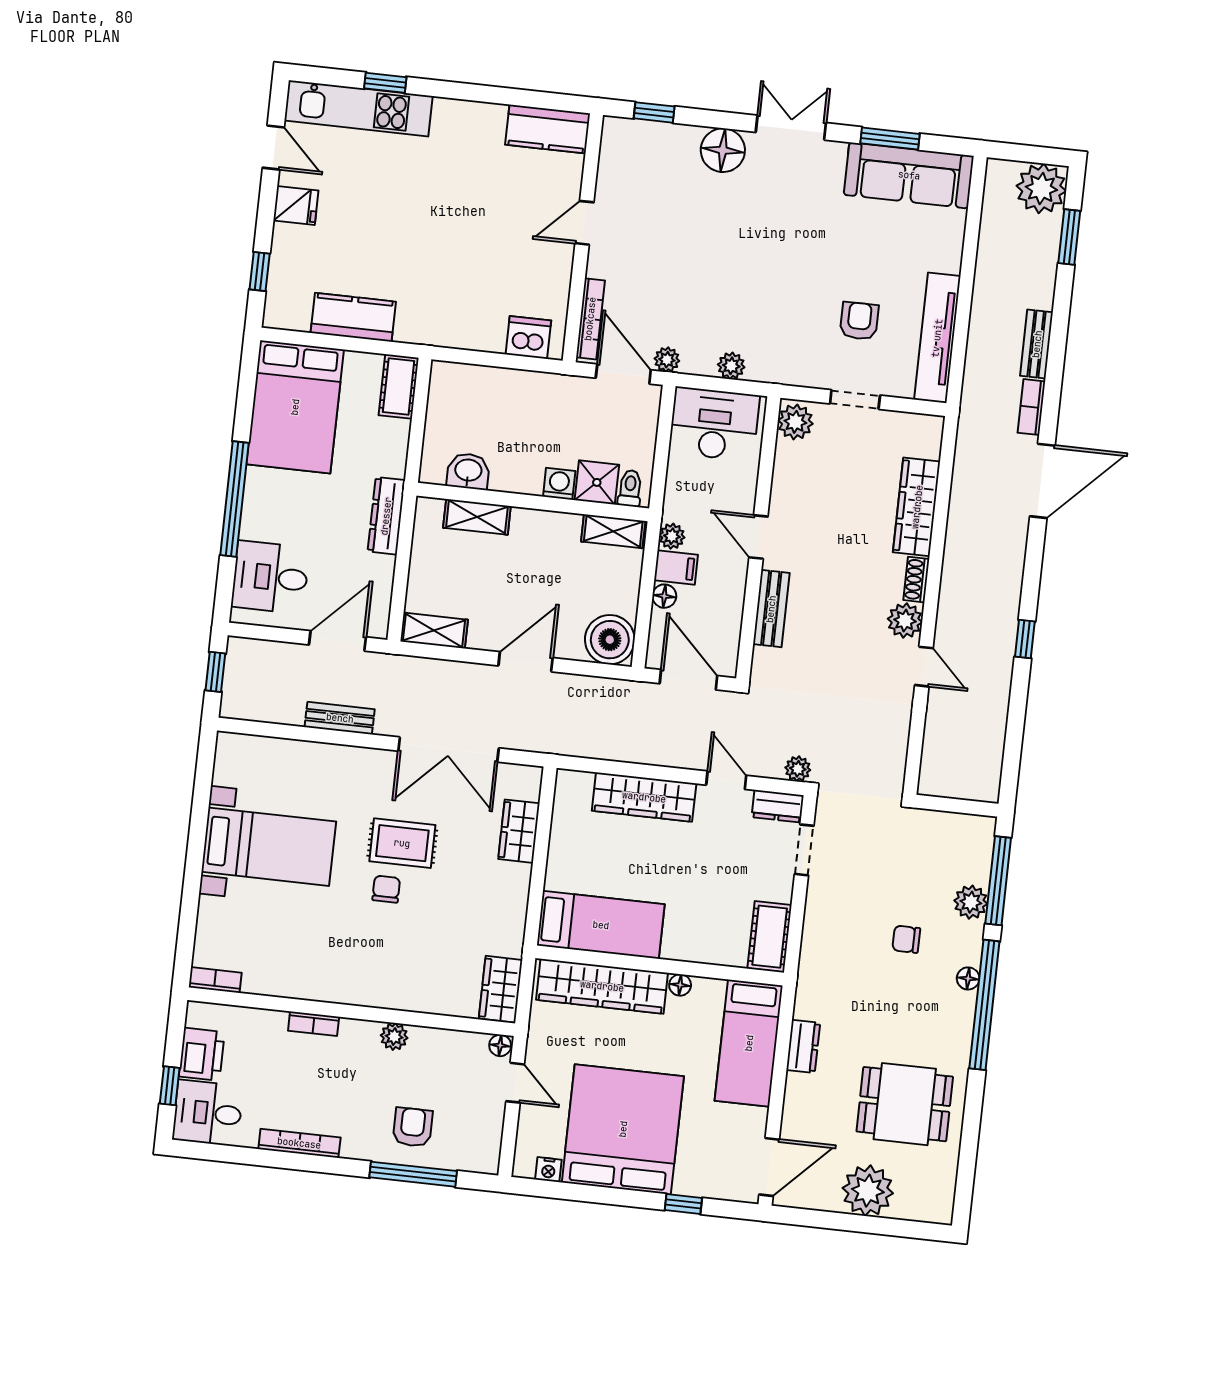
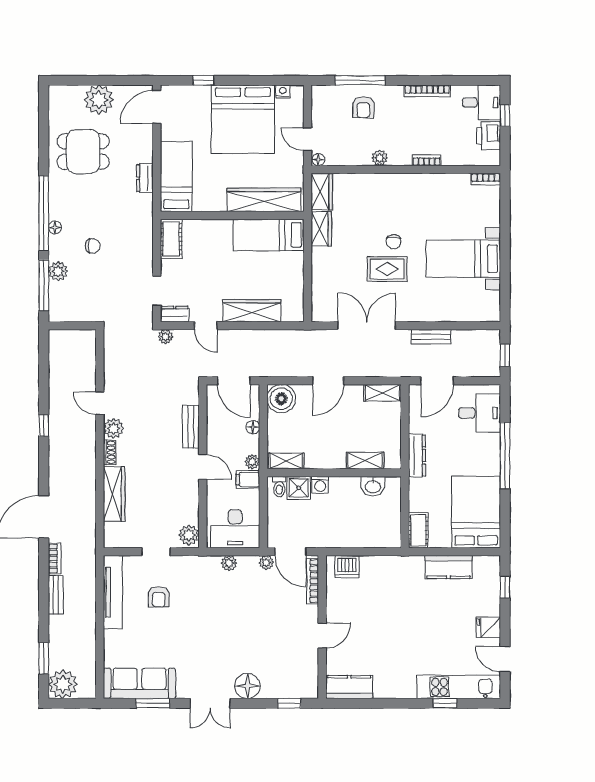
filing cabinet: (676, 568) -> (248, 480), moved
wardrobe: (519, 831) -> (321, 229), moved
floor lamp: (680, 985) -> (219, 206), removed

